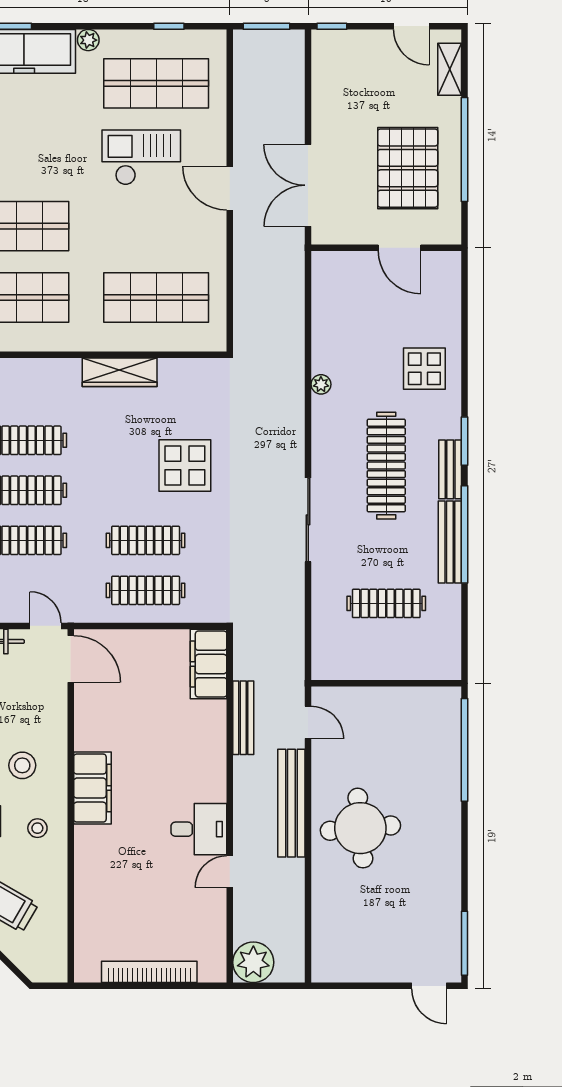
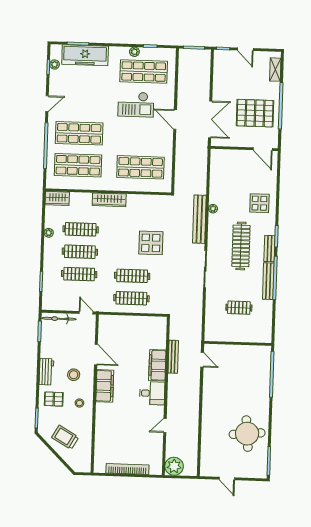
door: (411, 26) -> (245, 49), moved
plant: (88, 40) -> (134, 52), moved
checkout: (141, 157) -> (136, 104), turned 180
pallet: (408, 168) -> (255, 113), turned 90
double door: (308, 185) -> (210, 119), swing flipped
door: (400, 248) -> (263, 149), moved
wardrobe: (120, 372) -> (109, 200), moved
clothes rail: (386, 603) -> (239, 308), width x0.73
door: (71, 659) -> (96, 355), moved
filing cabinet: (209, 664) -> (157, 365), moved
bench: (291, 803) -> (199, 219), moved
round table: (360, 828) -> (247, 434), moved
desk: (199, 829) -> (152, 393), moved
door: (429, 986) -> (227, 479), moved

